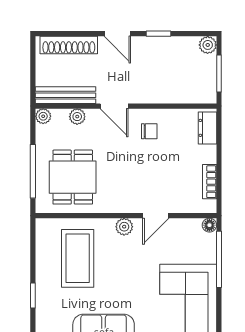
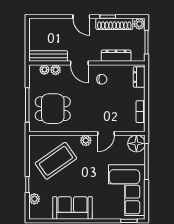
shoe rack: (69, 45) -> (114, 24), moved
dresser: (171, 95) -> (116, 56), added
plant: (43, 116) -> (44, 70), moved
dining table: (73, 177) -> (53, 109), turned 90
floor lamp: (209, 225) -> (136, 143), width x1.89, depth x1.89
coffee table: (78, 258) -> (56, 161), turned 55
plant: (44, 318) -> (34, 199), added

